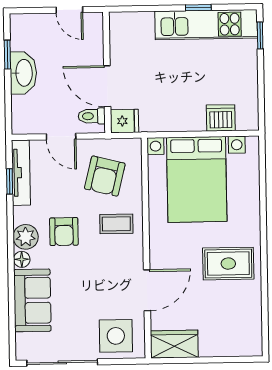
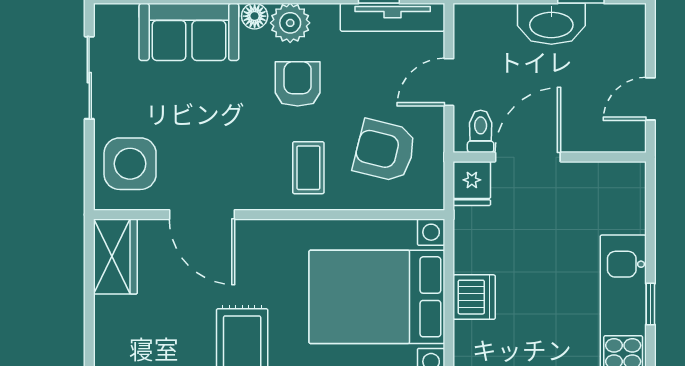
dishwasher: (221, 118) -> (474, 297), moved
armchair: (64, 232) -> (298, 84), turned 90
sliding door: (62, 362) -> (89, 78), width x0.73

